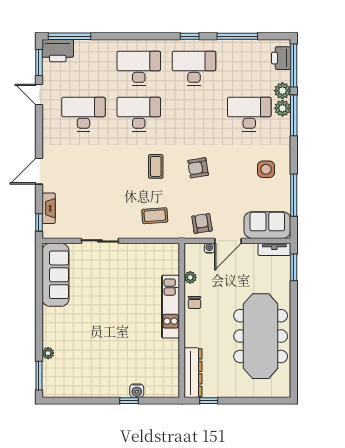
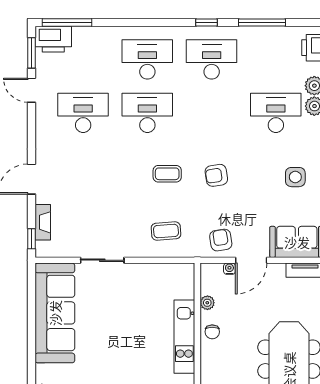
coffee table: (156, 166) -> (167, 174), turned 90
sofa: (56, 275) -> (55, 313), width x1.36, depth x1.27

